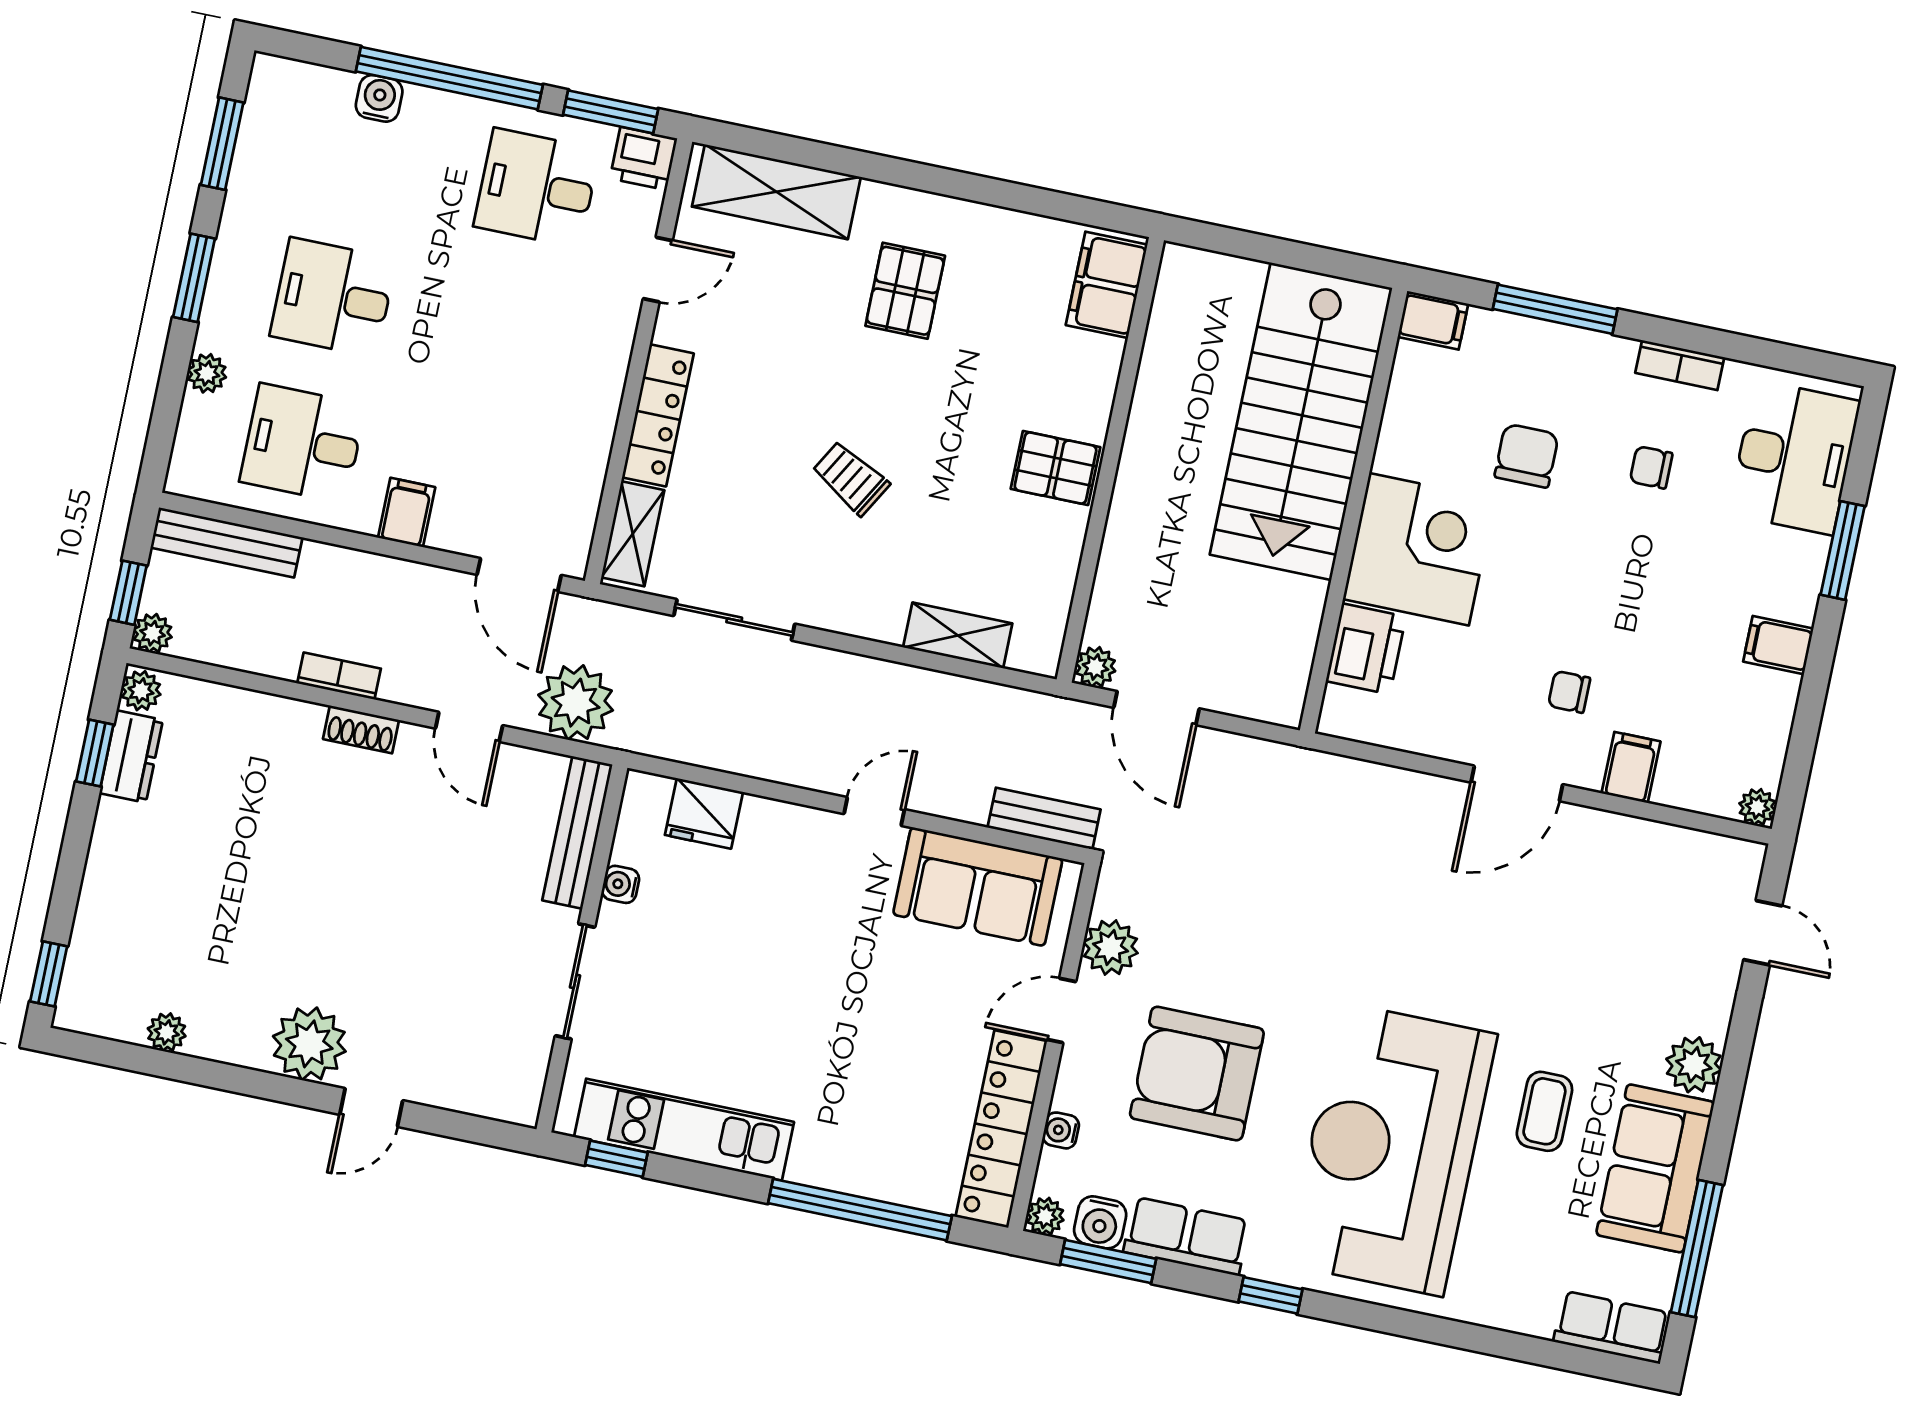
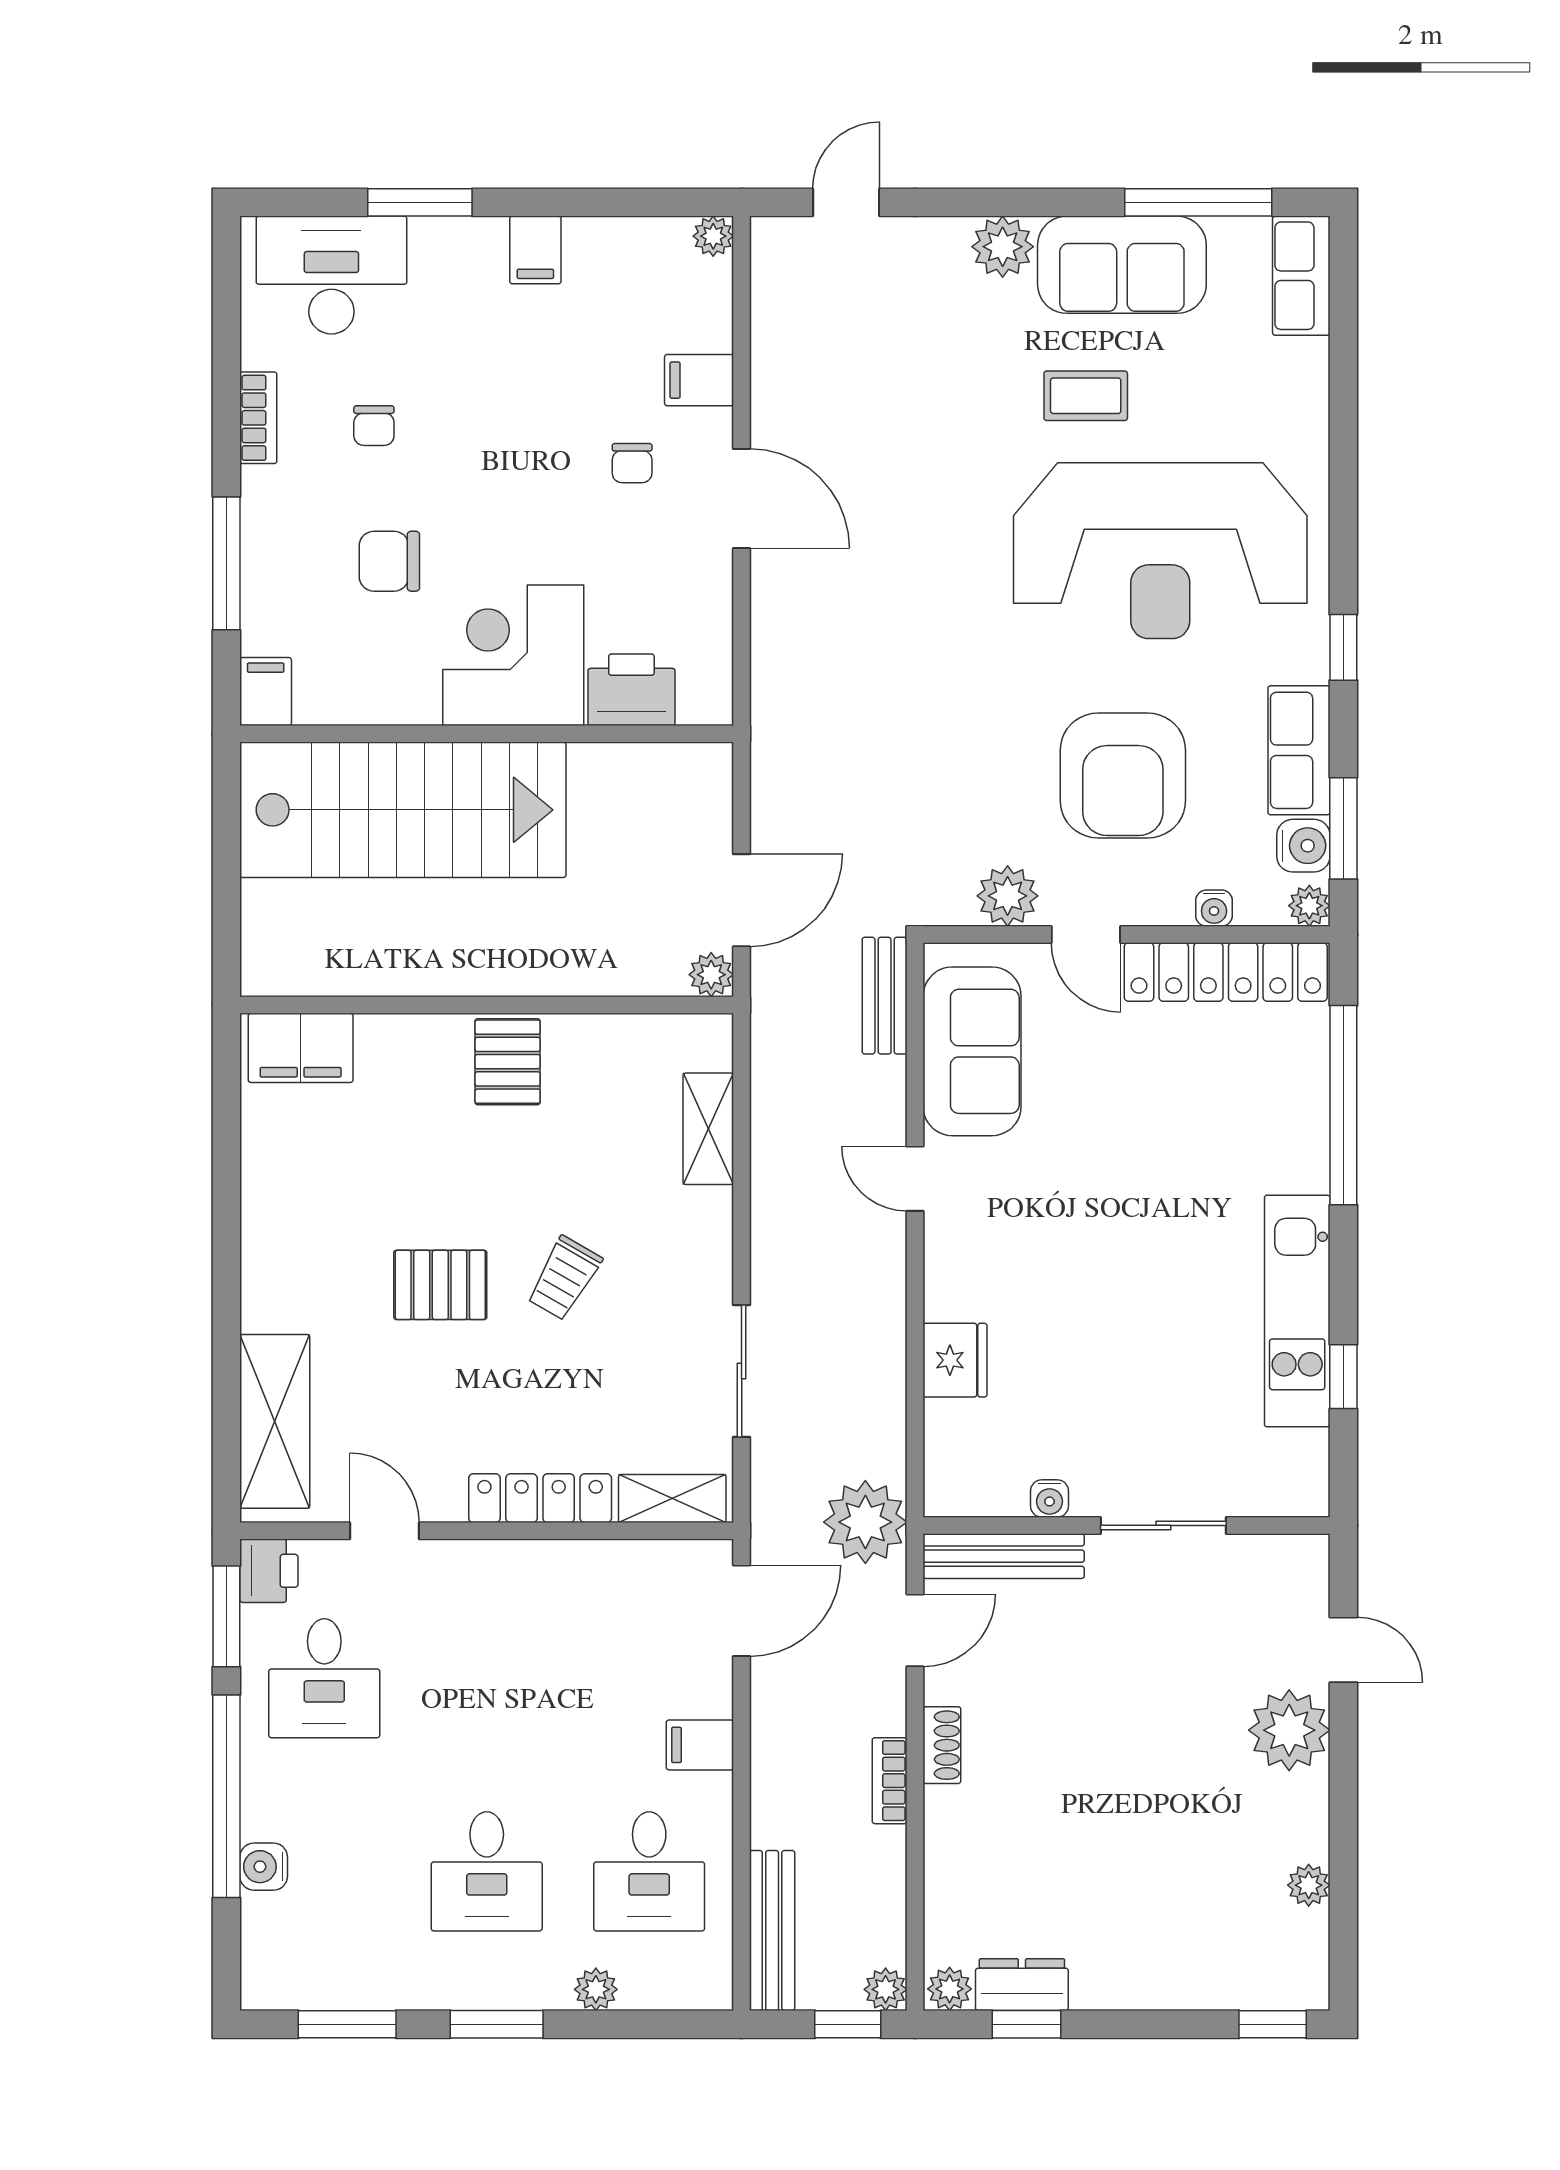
pallet: (905, 291) -> (440, 1285), moved
bench: (577, 832) -> (1004, 1556), moved
water cooler: (621, 884) -> (1049, 1498), moved
wall: (582, 948) -> (1127, 1525), moved
sliding door: (575, 981) -> (1163, 1525), moved

